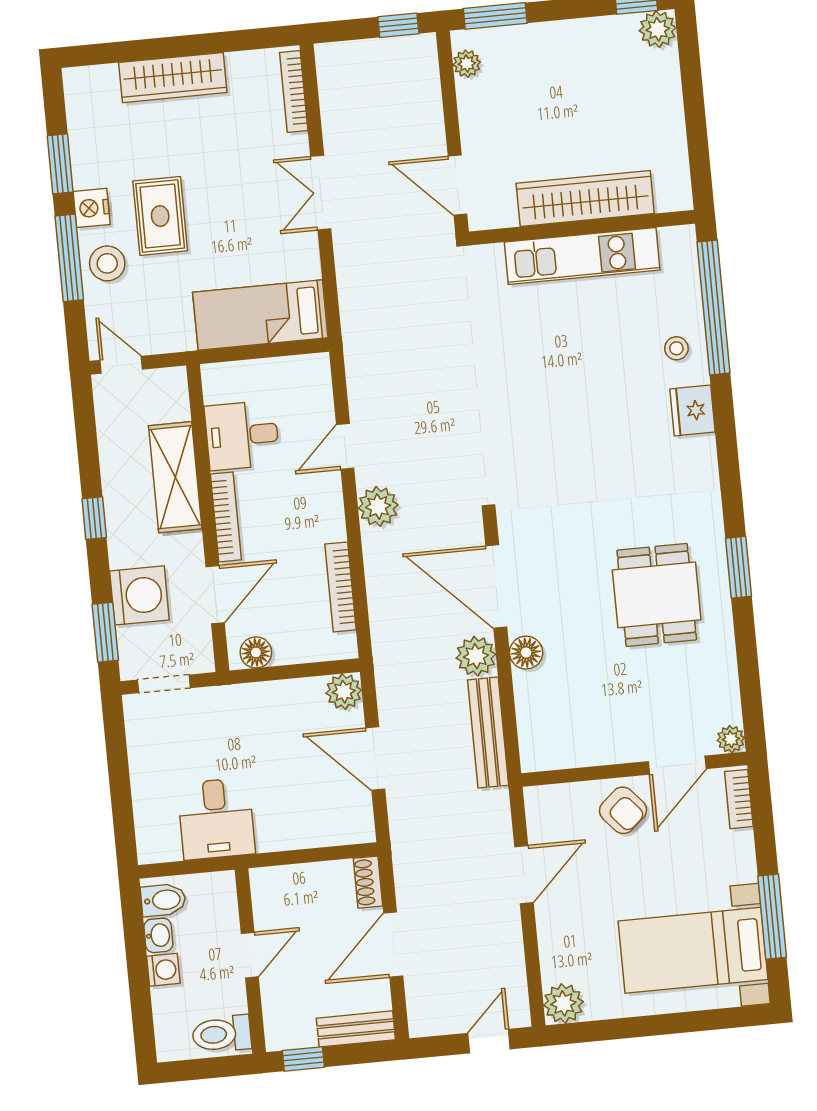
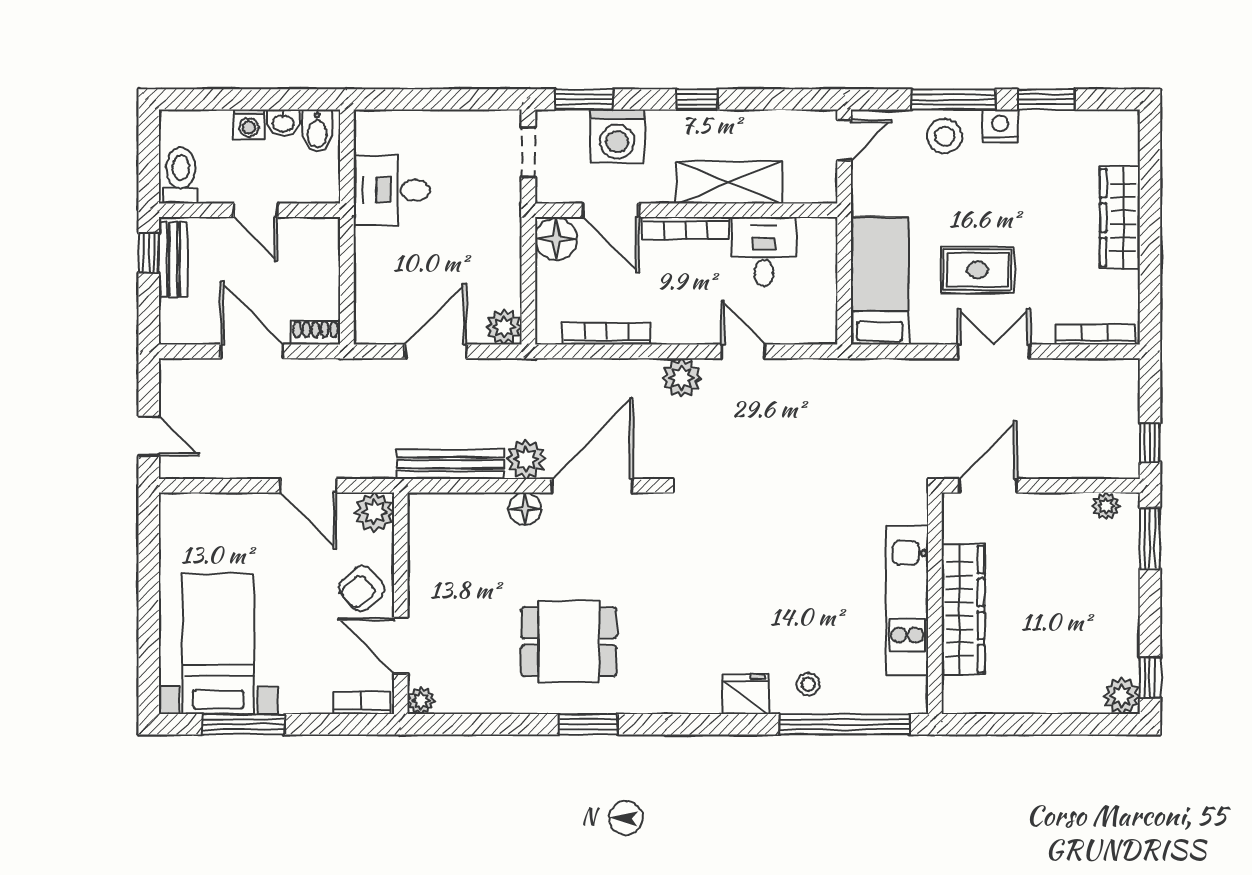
rug: (160, 216) -> (978, 270), moved
floor lamp: (256, 652) -> (556, 239), width x1.38, depth x1.38
plant: (563, 1003) -> (374, 512), moved
bench: (356, 1029) -> (173, 259), moved

